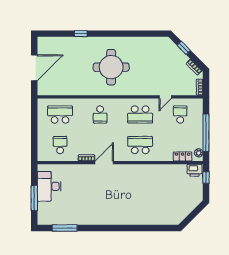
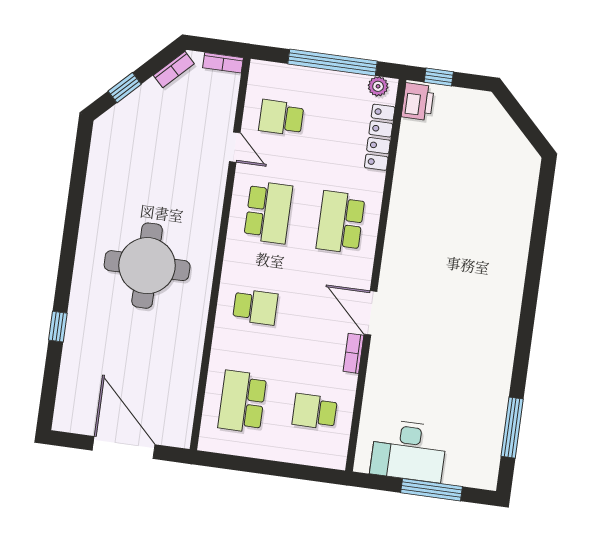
locker: (182, 156) -> (380, 137), width x1.53

